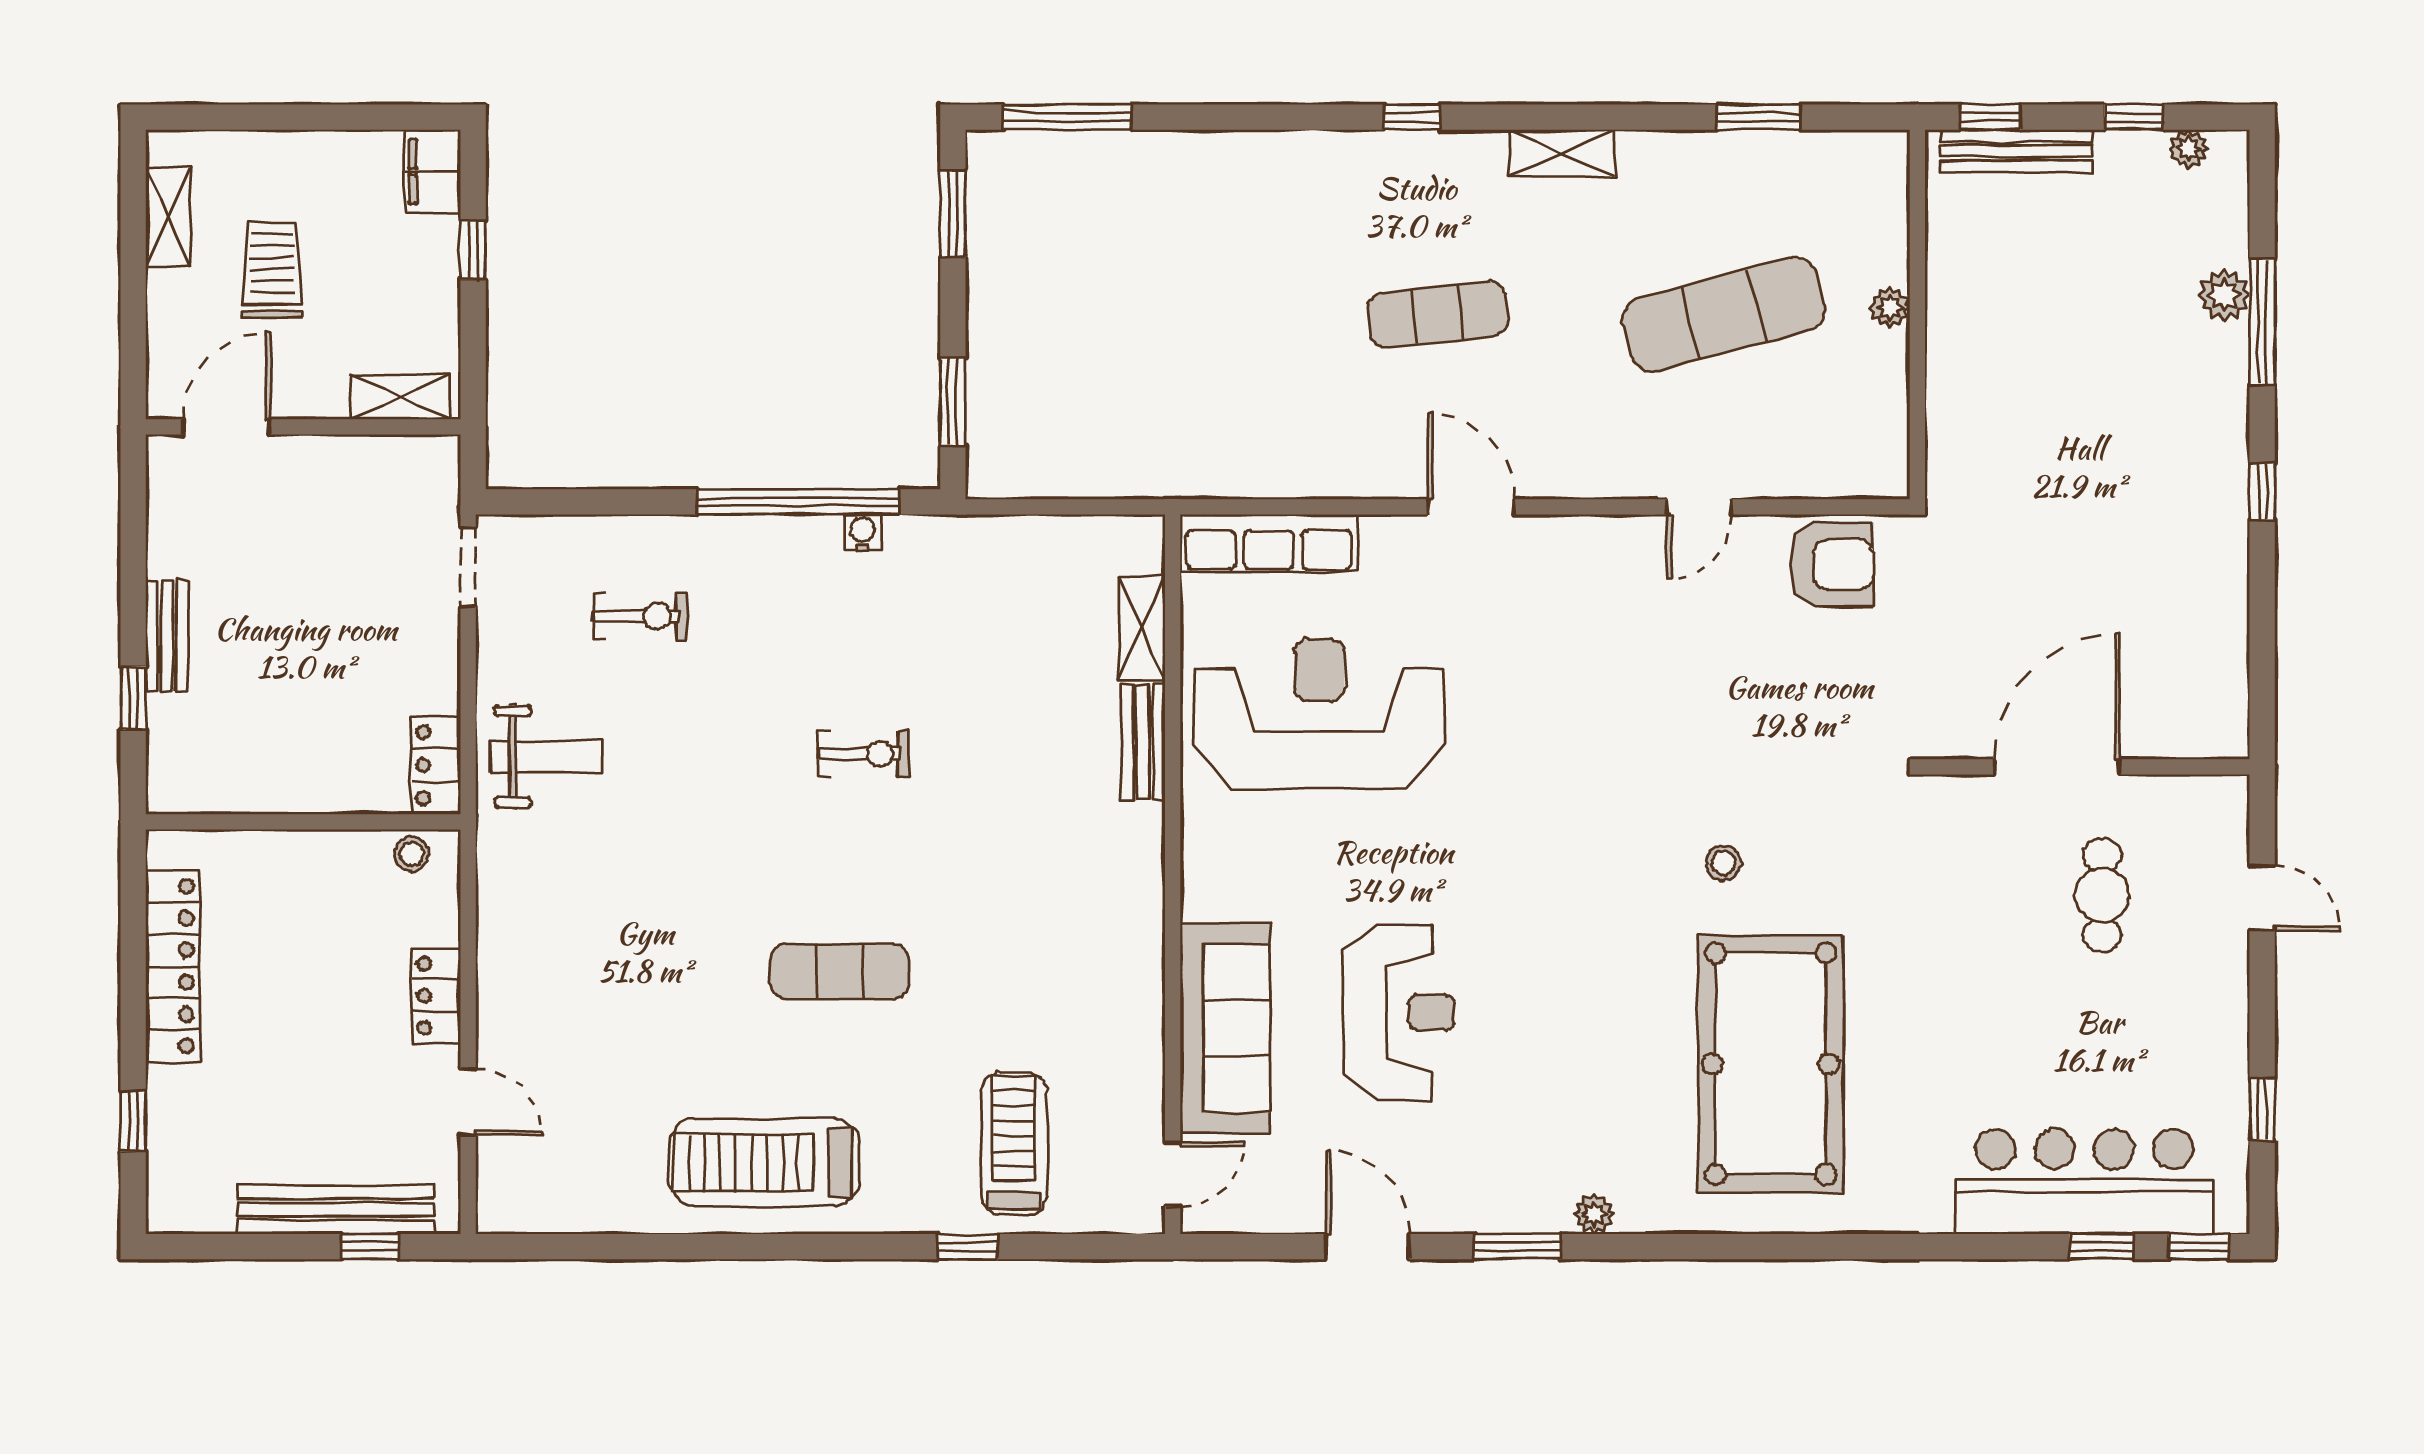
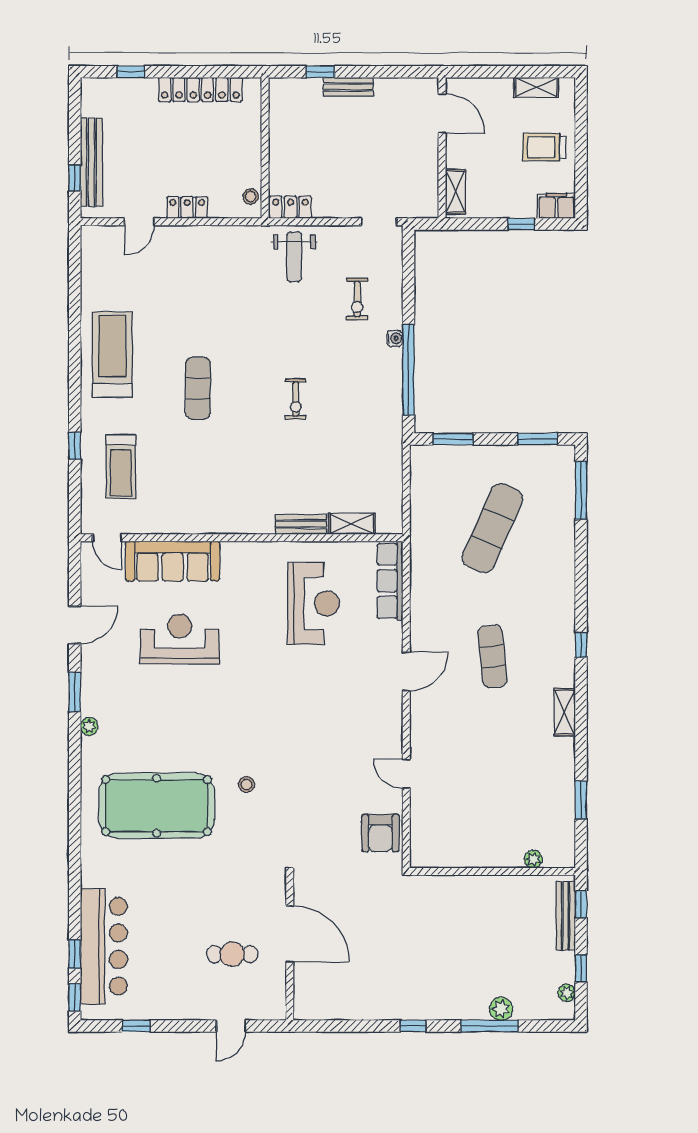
trolley: (272, 270) -> (544, 147), moved, turned 180
plant: (1890, 308) -> (533, 859), moved
exercise mat: (1724, 315) -> (492, 528), moved, turned 39
water cooler: (862, 532) -> (395, 338), moved
reception desk: (1319, 714) -> (313, 603), width x0.74, depth x0.77
reception desk: (1399, 1012) -> (180, 639), turned 180
treadmill: (1014, 1144) -> (121, 466), turned 90

